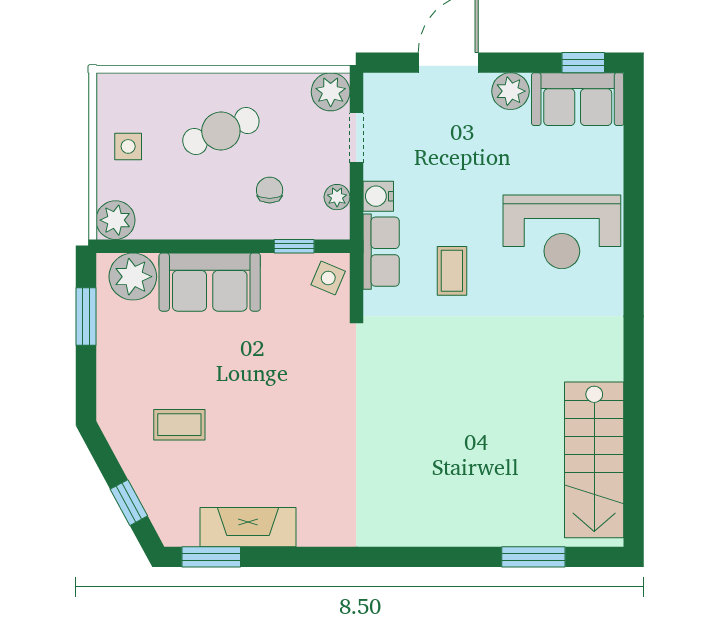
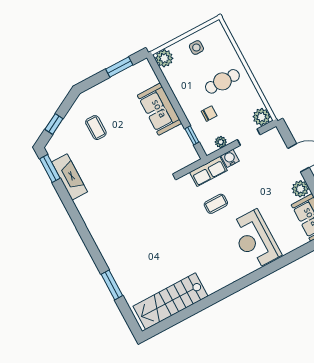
cafe table: (221, 131) -> (222, 81), turned -68
plant: (133, 277) -> (145, 77), removed
side table: (328, 278) -> (186, 156), removed
window: (533, 557) -> (112, 285), moved

